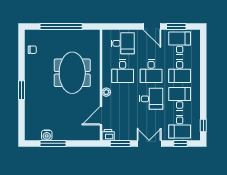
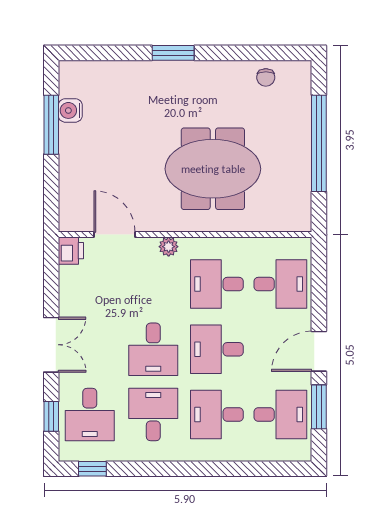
desk: (123, 43) -> (280, 284), turned -90
desk: (180, 99) -> (153, 415), turned -90
desk: (180, 127) -> (90, 415), turned -90
window: (120, 143) -> (51, 278), removed

